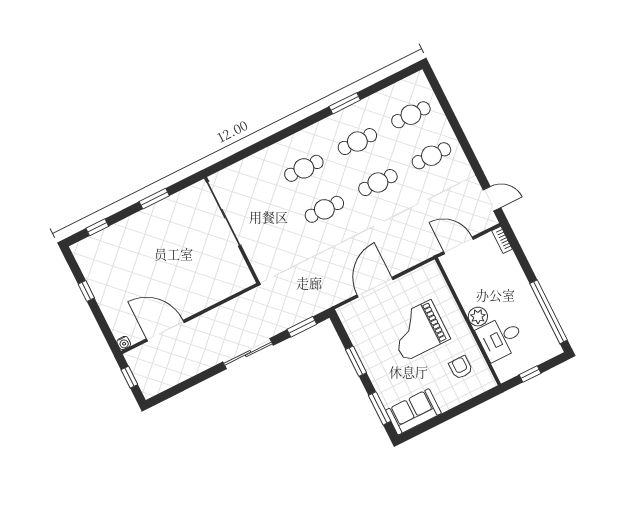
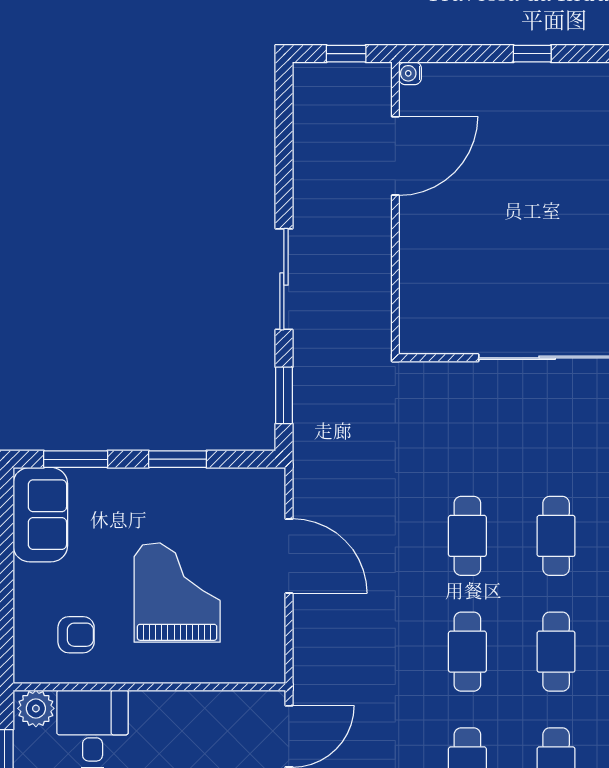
plant: (478, 317) -> (36, 708), moved

